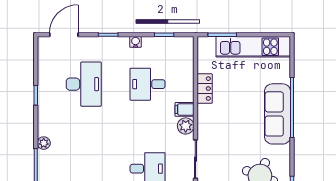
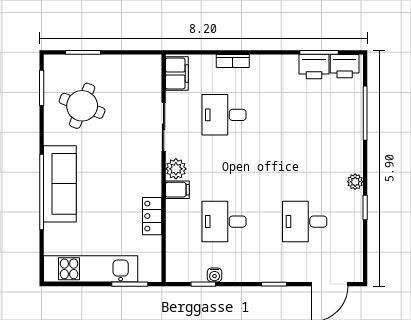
water cooler: (136, 42) -> (215, 275), moved
desk: (84, 84) -> (305, 222), width x0.73
desk: (148, 84) -> (224, 222), turned 180
plant: (44, 143) -> (355, 182), moved

